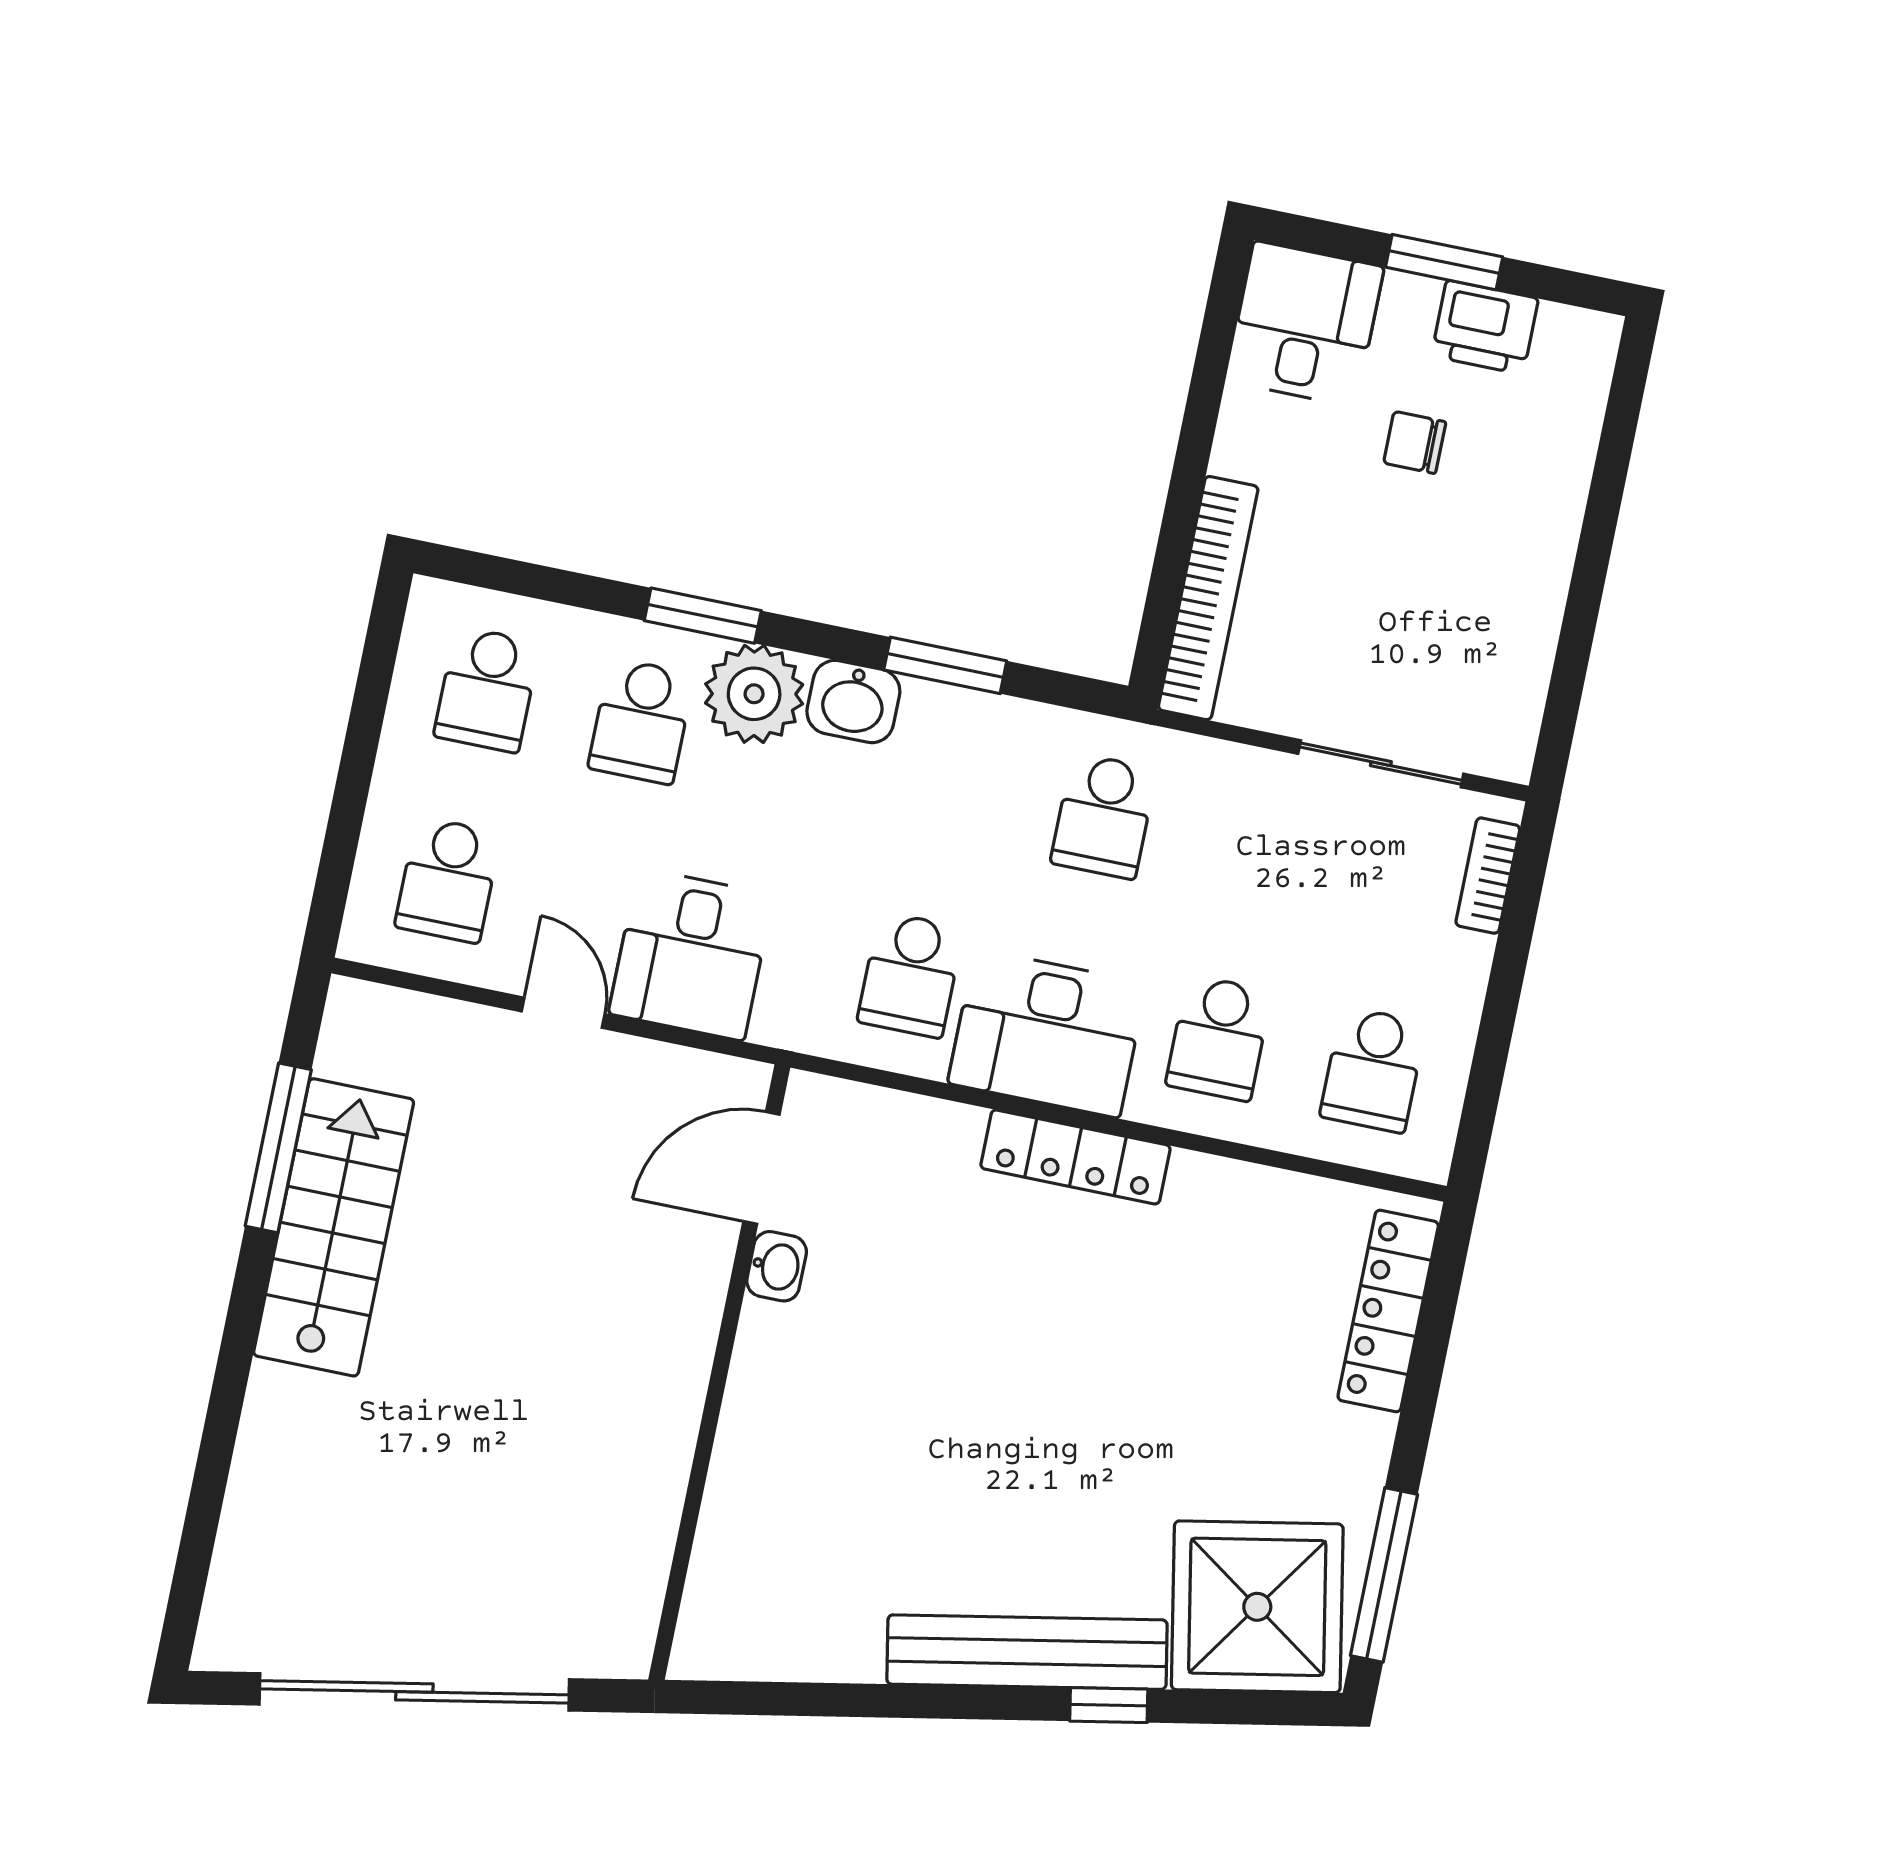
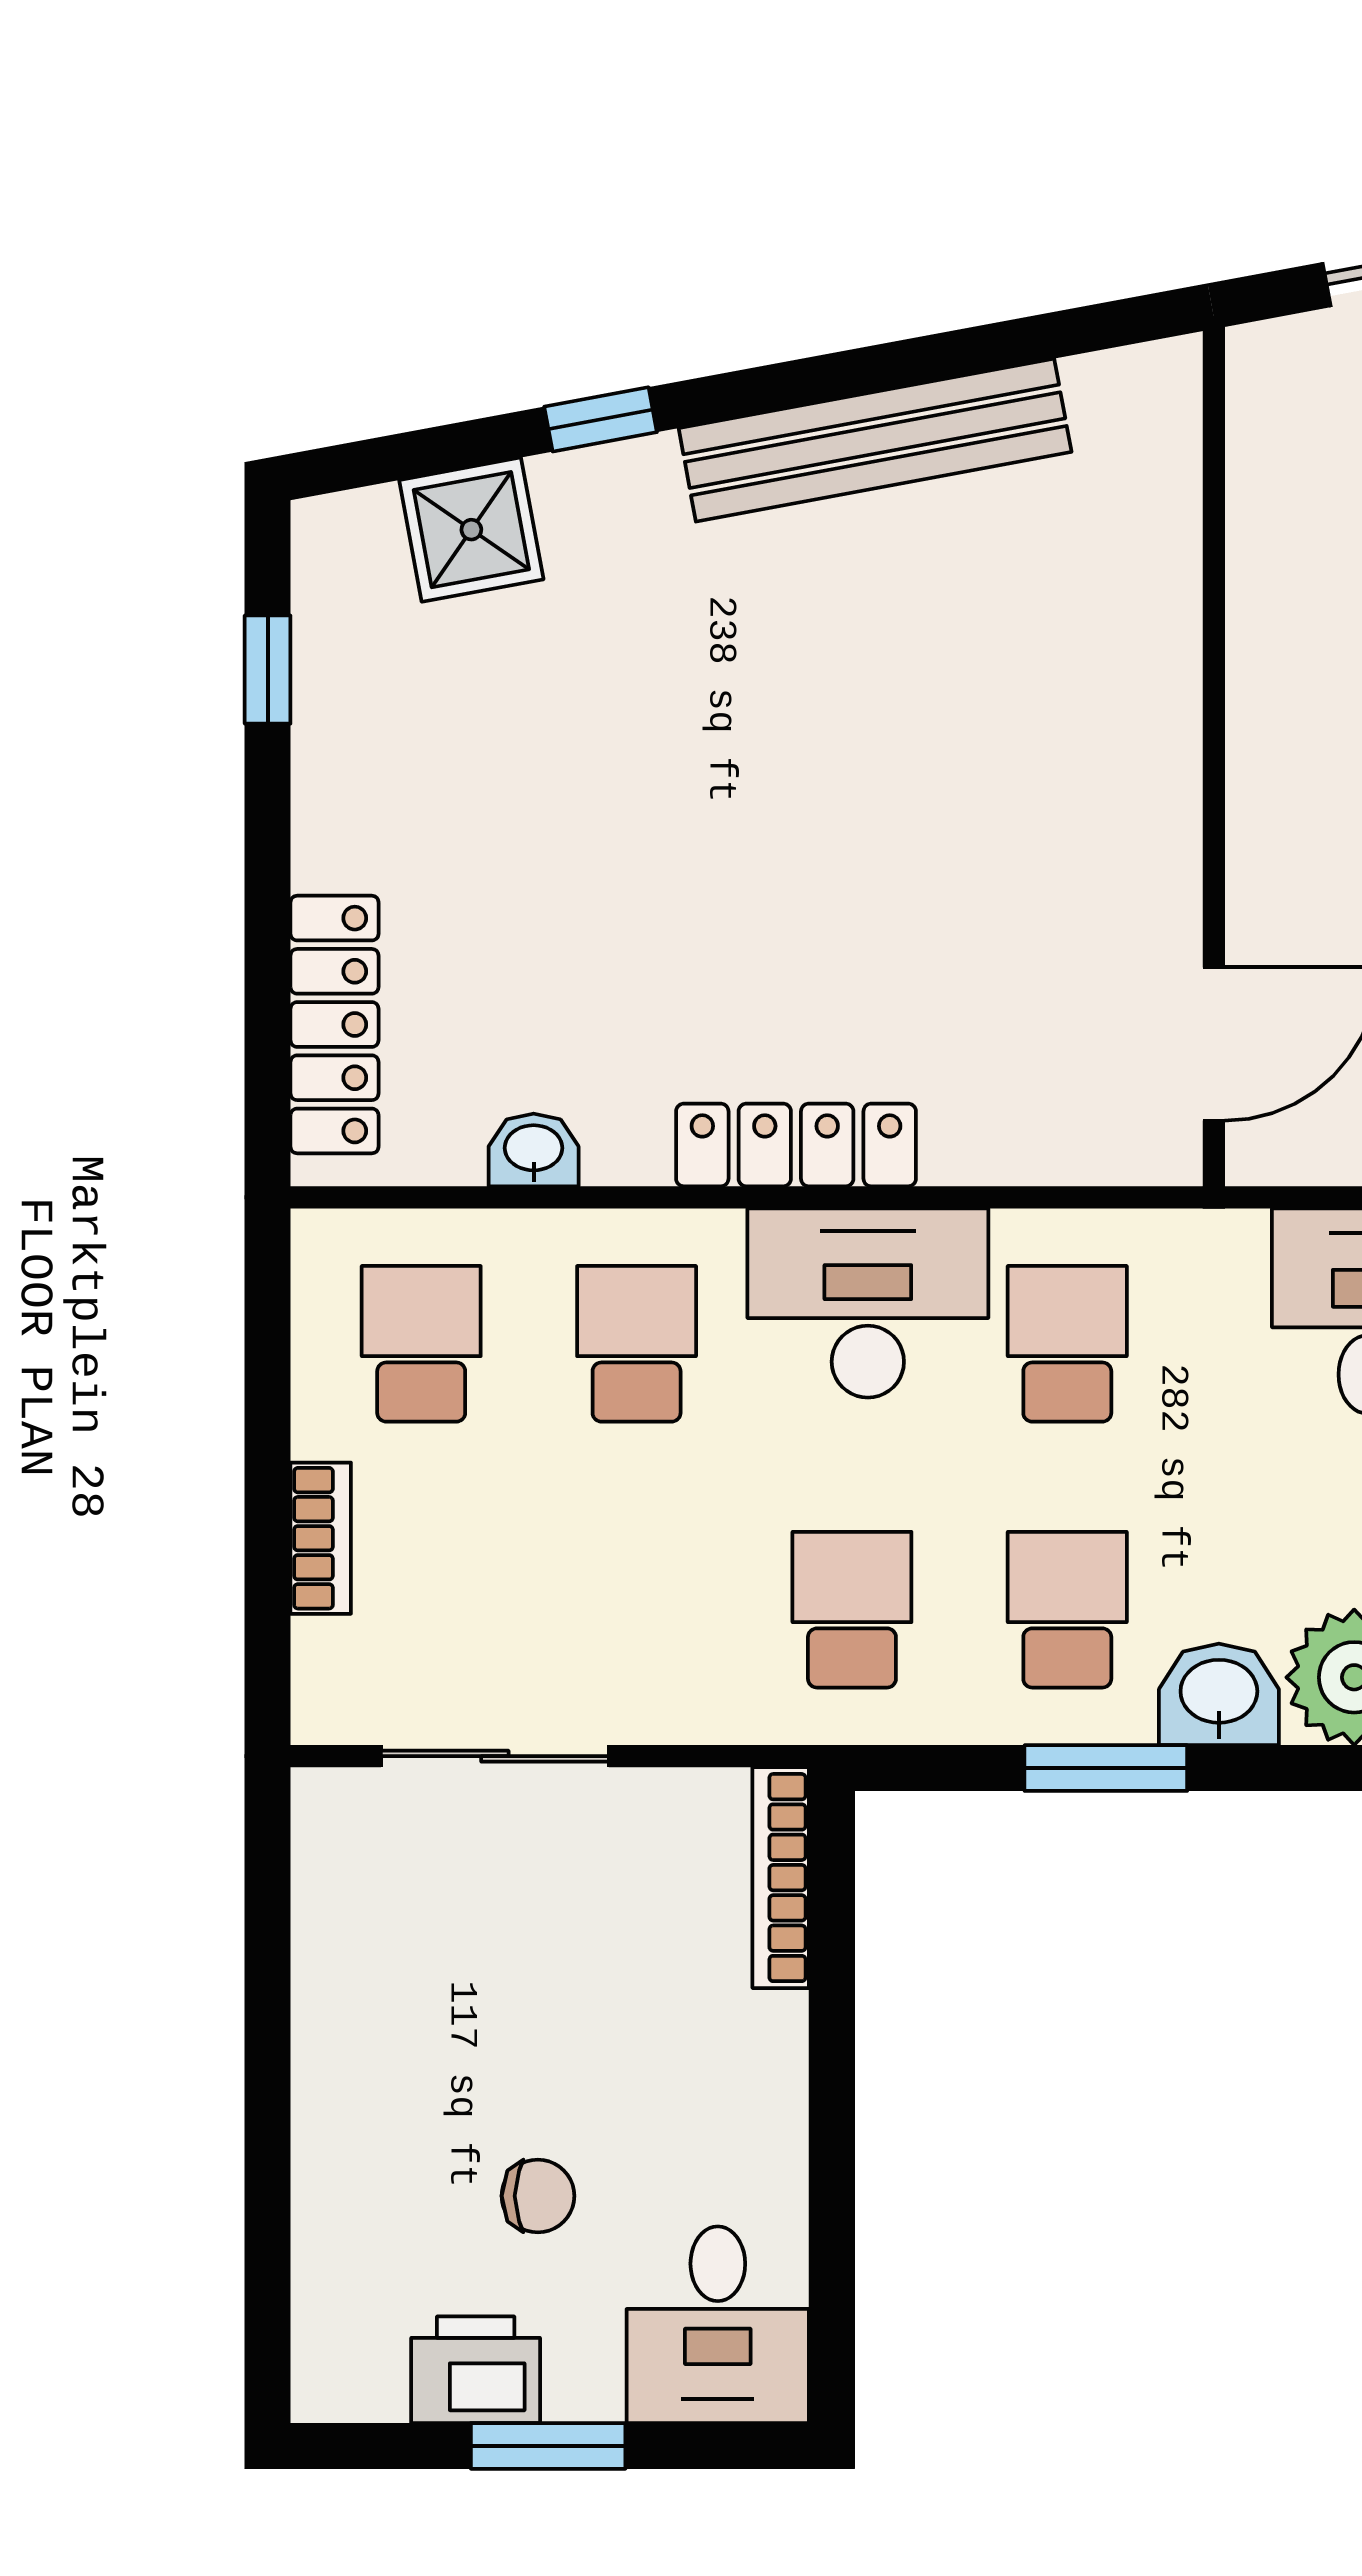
bookcase: (1208, 598) -> (781, 1878), width x0.68, depth x0.76
school desk: (950, 784) -> (1067, 1610), added
bookcase: (1488, 876) -> (321, 1538), moved
washbasin: (777, 1266) -> (534, 1150), moved, turned 90
window: (1384, 1575) -> (268, 670), width x0.46
shower: (1257, 1607) -> (471, 530), width x0.54, depth x0.54
bench: (1027, 1652) -> (875, 440), moved

